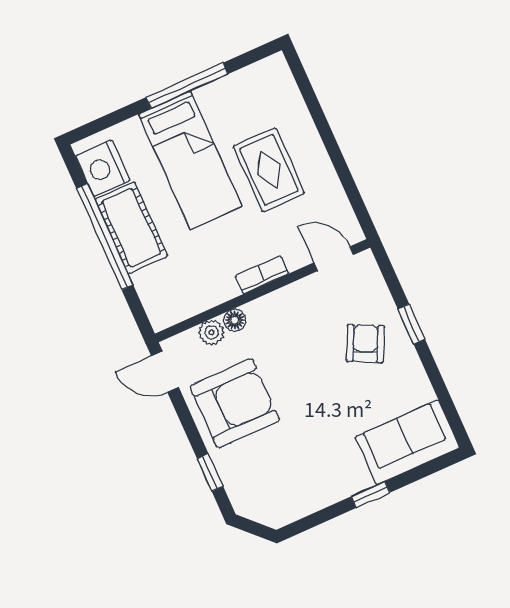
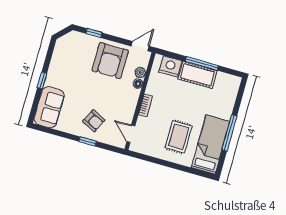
bed: (190, 160) -> (210, 145), moved, turned 90
nightstand: (103, 168) -> (170, 66), moved
rug: (269, 170) -> (179, 137), turned 90
window: (105, 237) -> (202, 63), width x0.68
door: (334, 259) -> (131, 134), swing flipped

